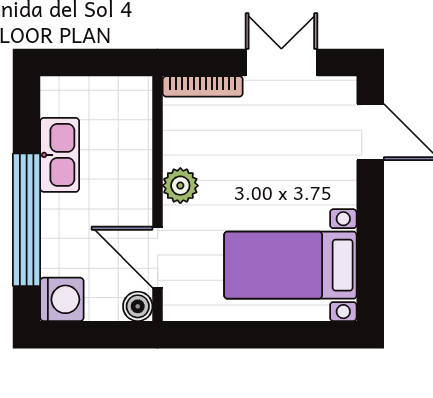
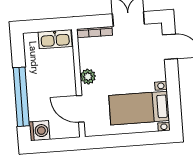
kitchen sink: (60, 155) -> (55, 39), moved, turned 90
boiler: (138, 306) -> (73, 131), removed

